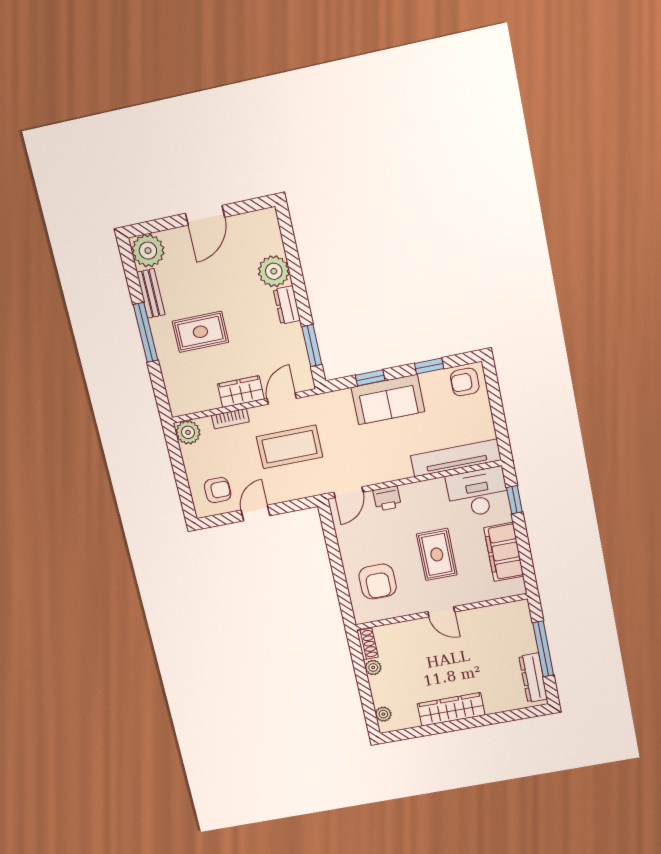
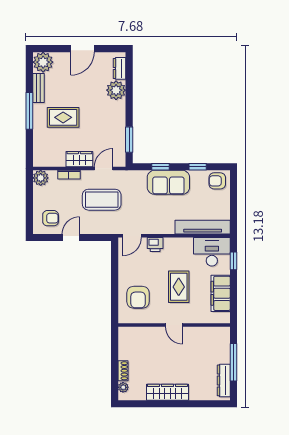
dresser: (287, 305) -> (119, 68), moved
shoe rack: (368, 644) -> (123, 371), moved
plant: (373, 667) -> (123, 354), removed

